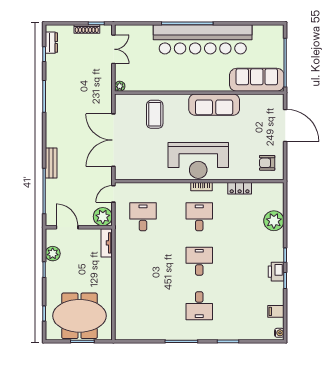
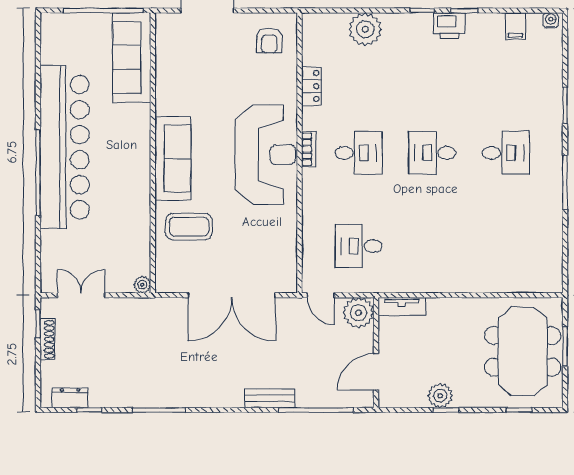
sofa: (214, 105) -> (173, 158), moved
desk: (199, 217) -> (359, 153), turned 180
plant: (53, 254) -> (440, 396), moved

